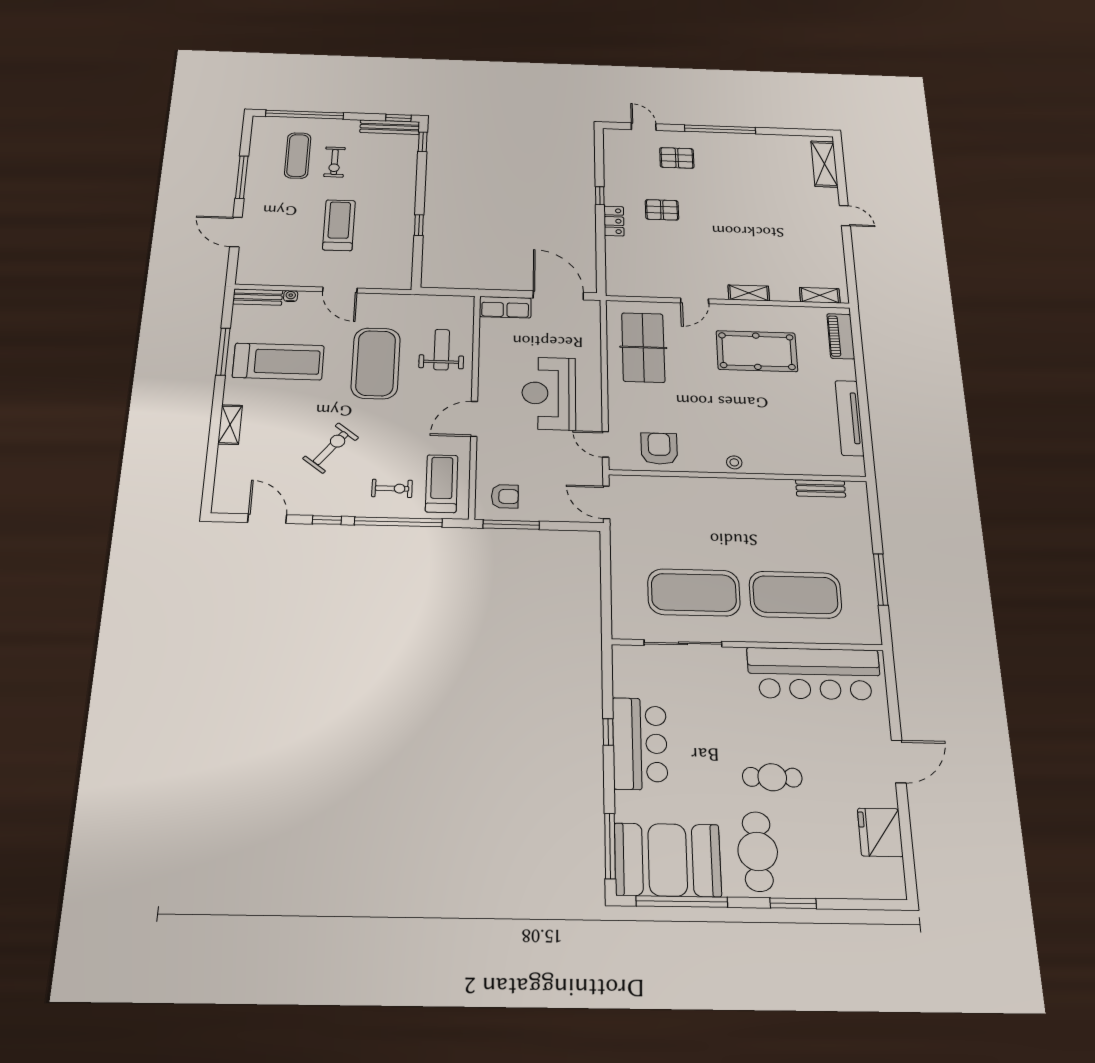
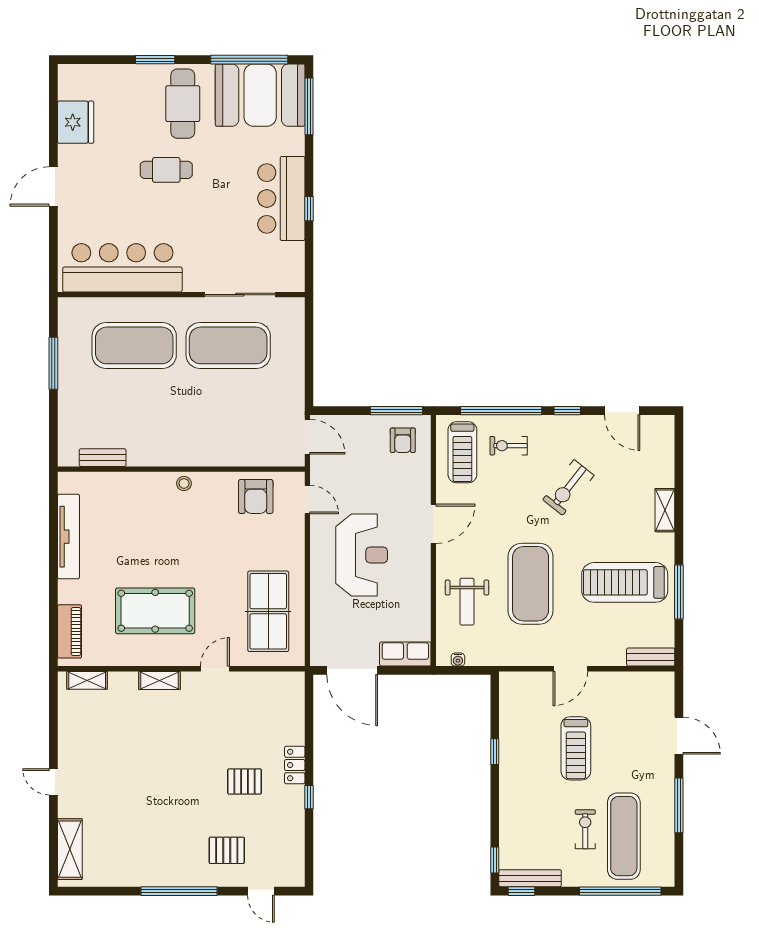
exercise mat: (298, 155) -> (624, 836), width x1.36, depth x1.45
door: (340, 290) -> (570, 669), swing flipped
water cooler: (291, 296) -> (458, 660), moved
armchair: (505, 496) -> (403, 440), turned -90

